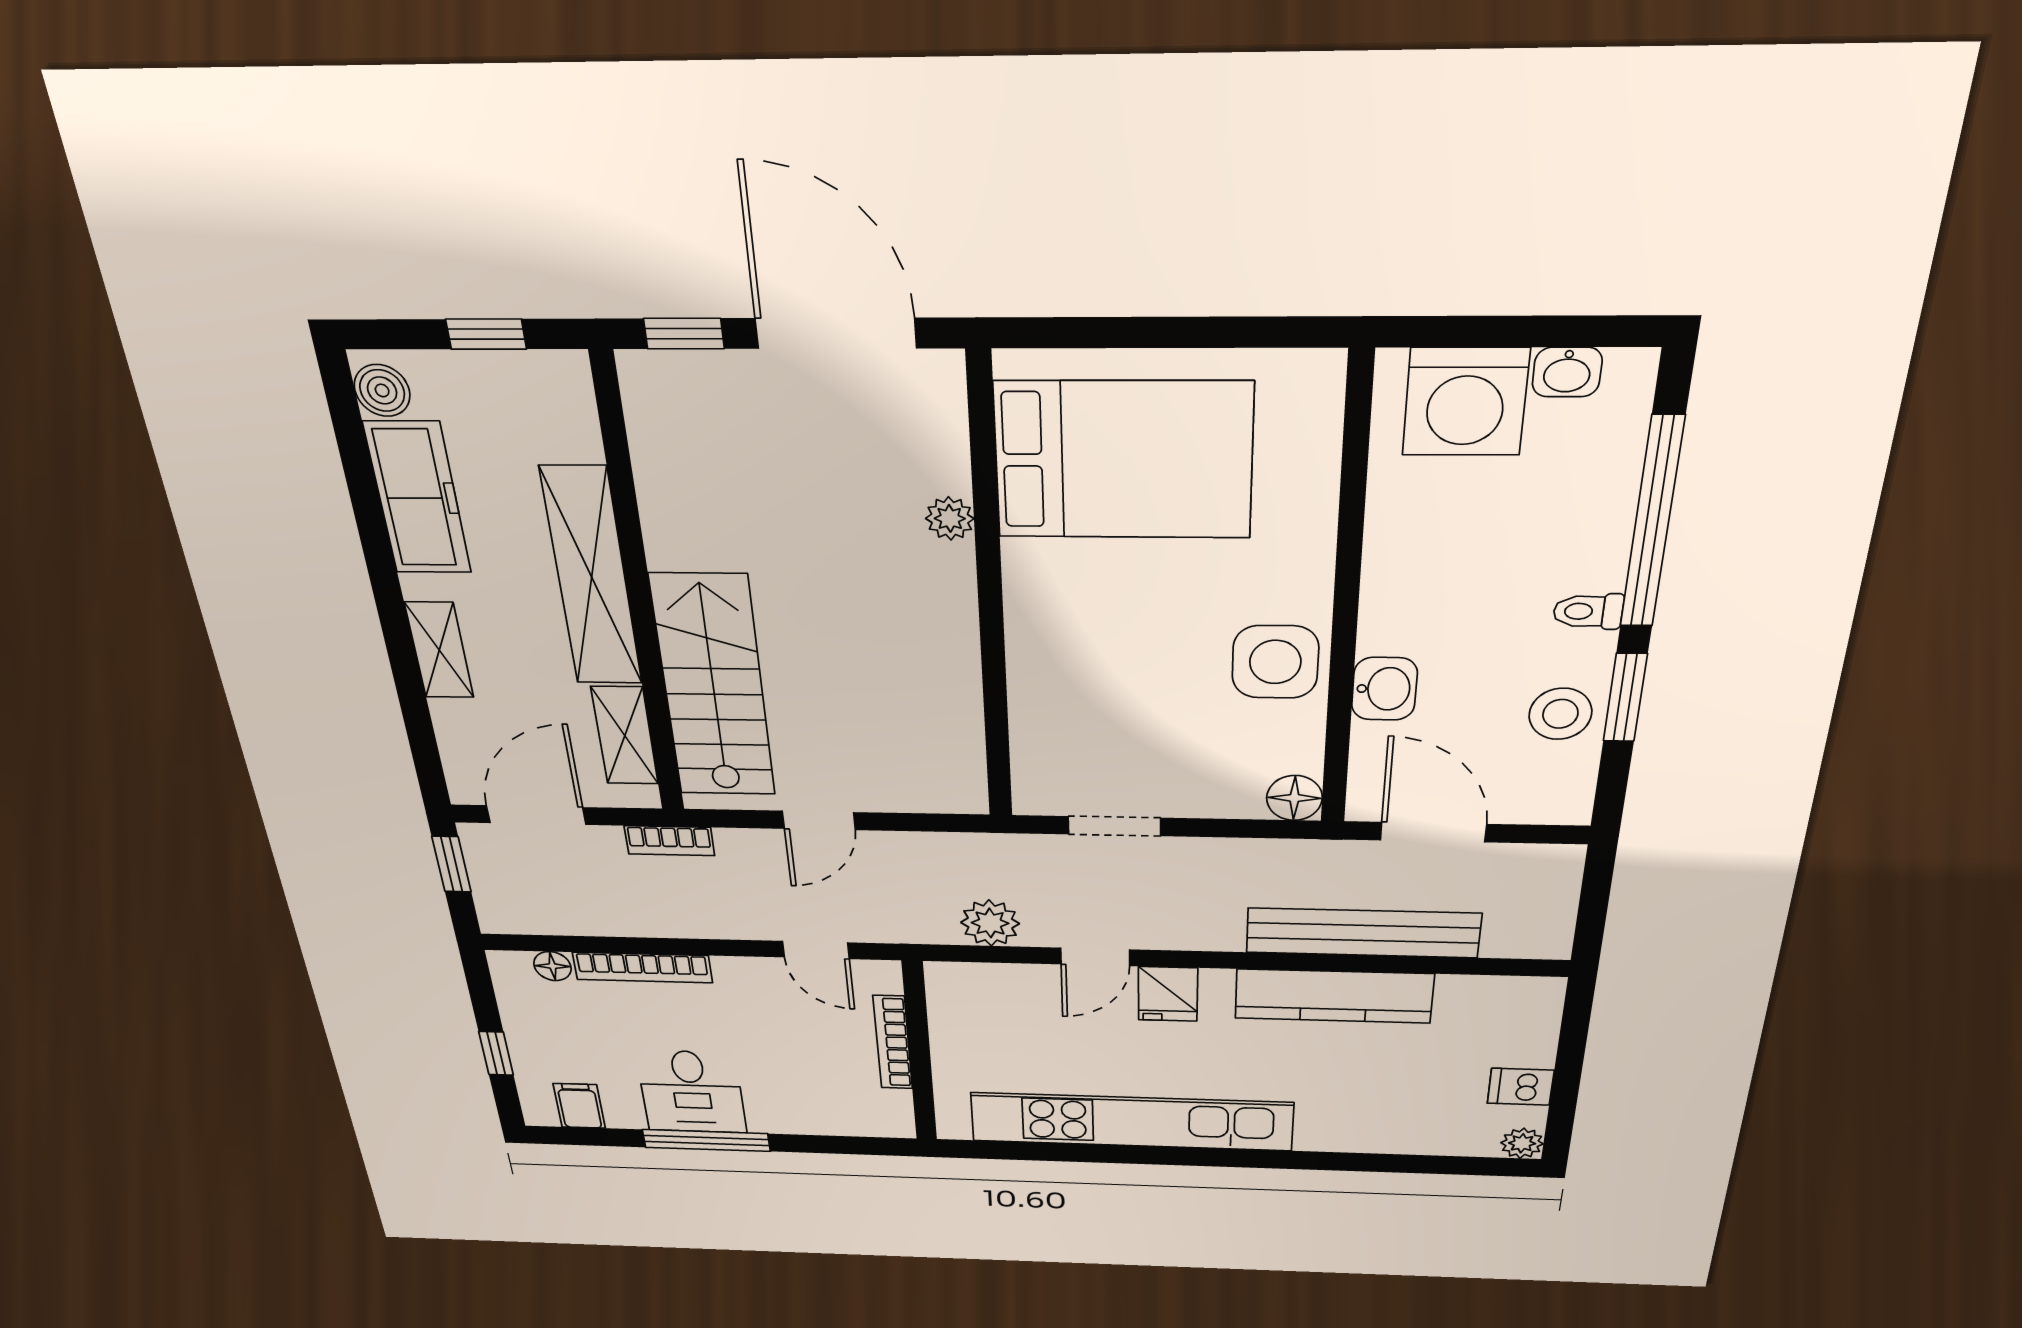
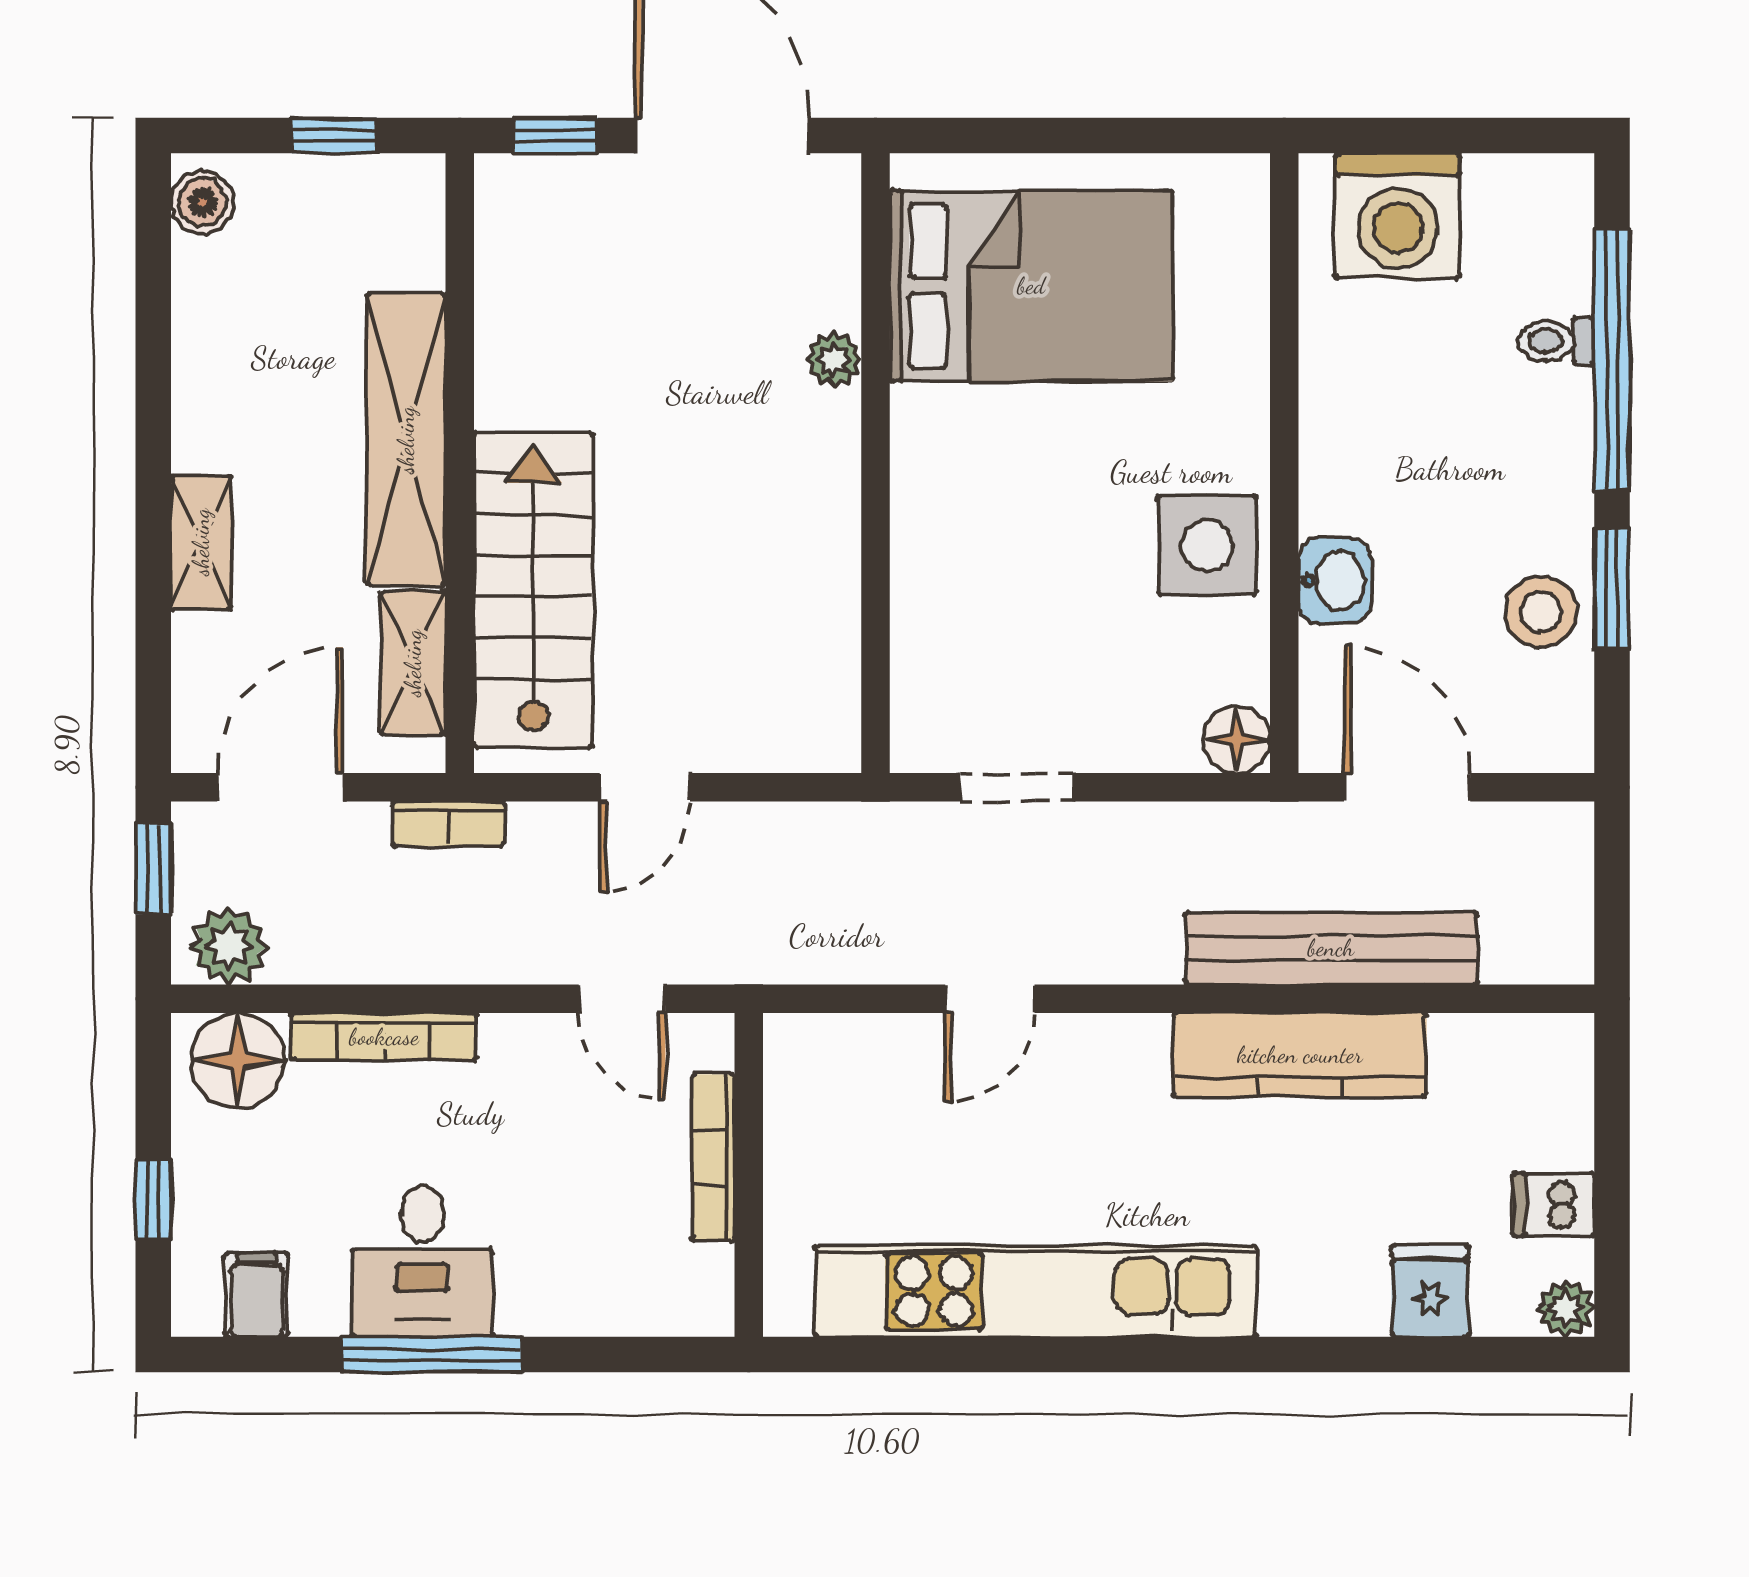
washbasin: (1567, 372) -> (1500, 181), removed
freezer: (418, 498) -> (216, 337), removed
toilet: (1588, 611) -> (1556, 341), moved
plant: (990, 923) -> (229, 946), moved
floor lamp: (552, 966) -> (238, 1060), width x1.89, depth x1.89
fridge: (1168, 994) -> (1430, 1291), moved, turned 180

